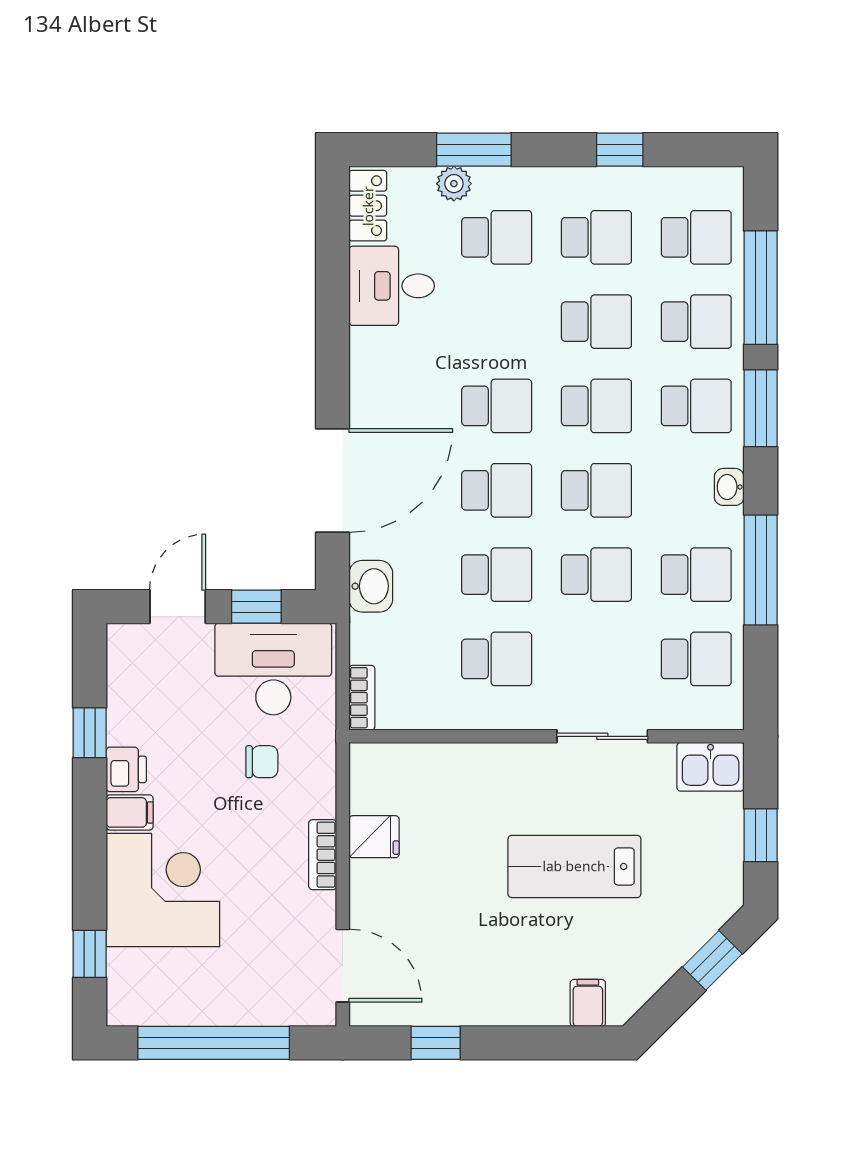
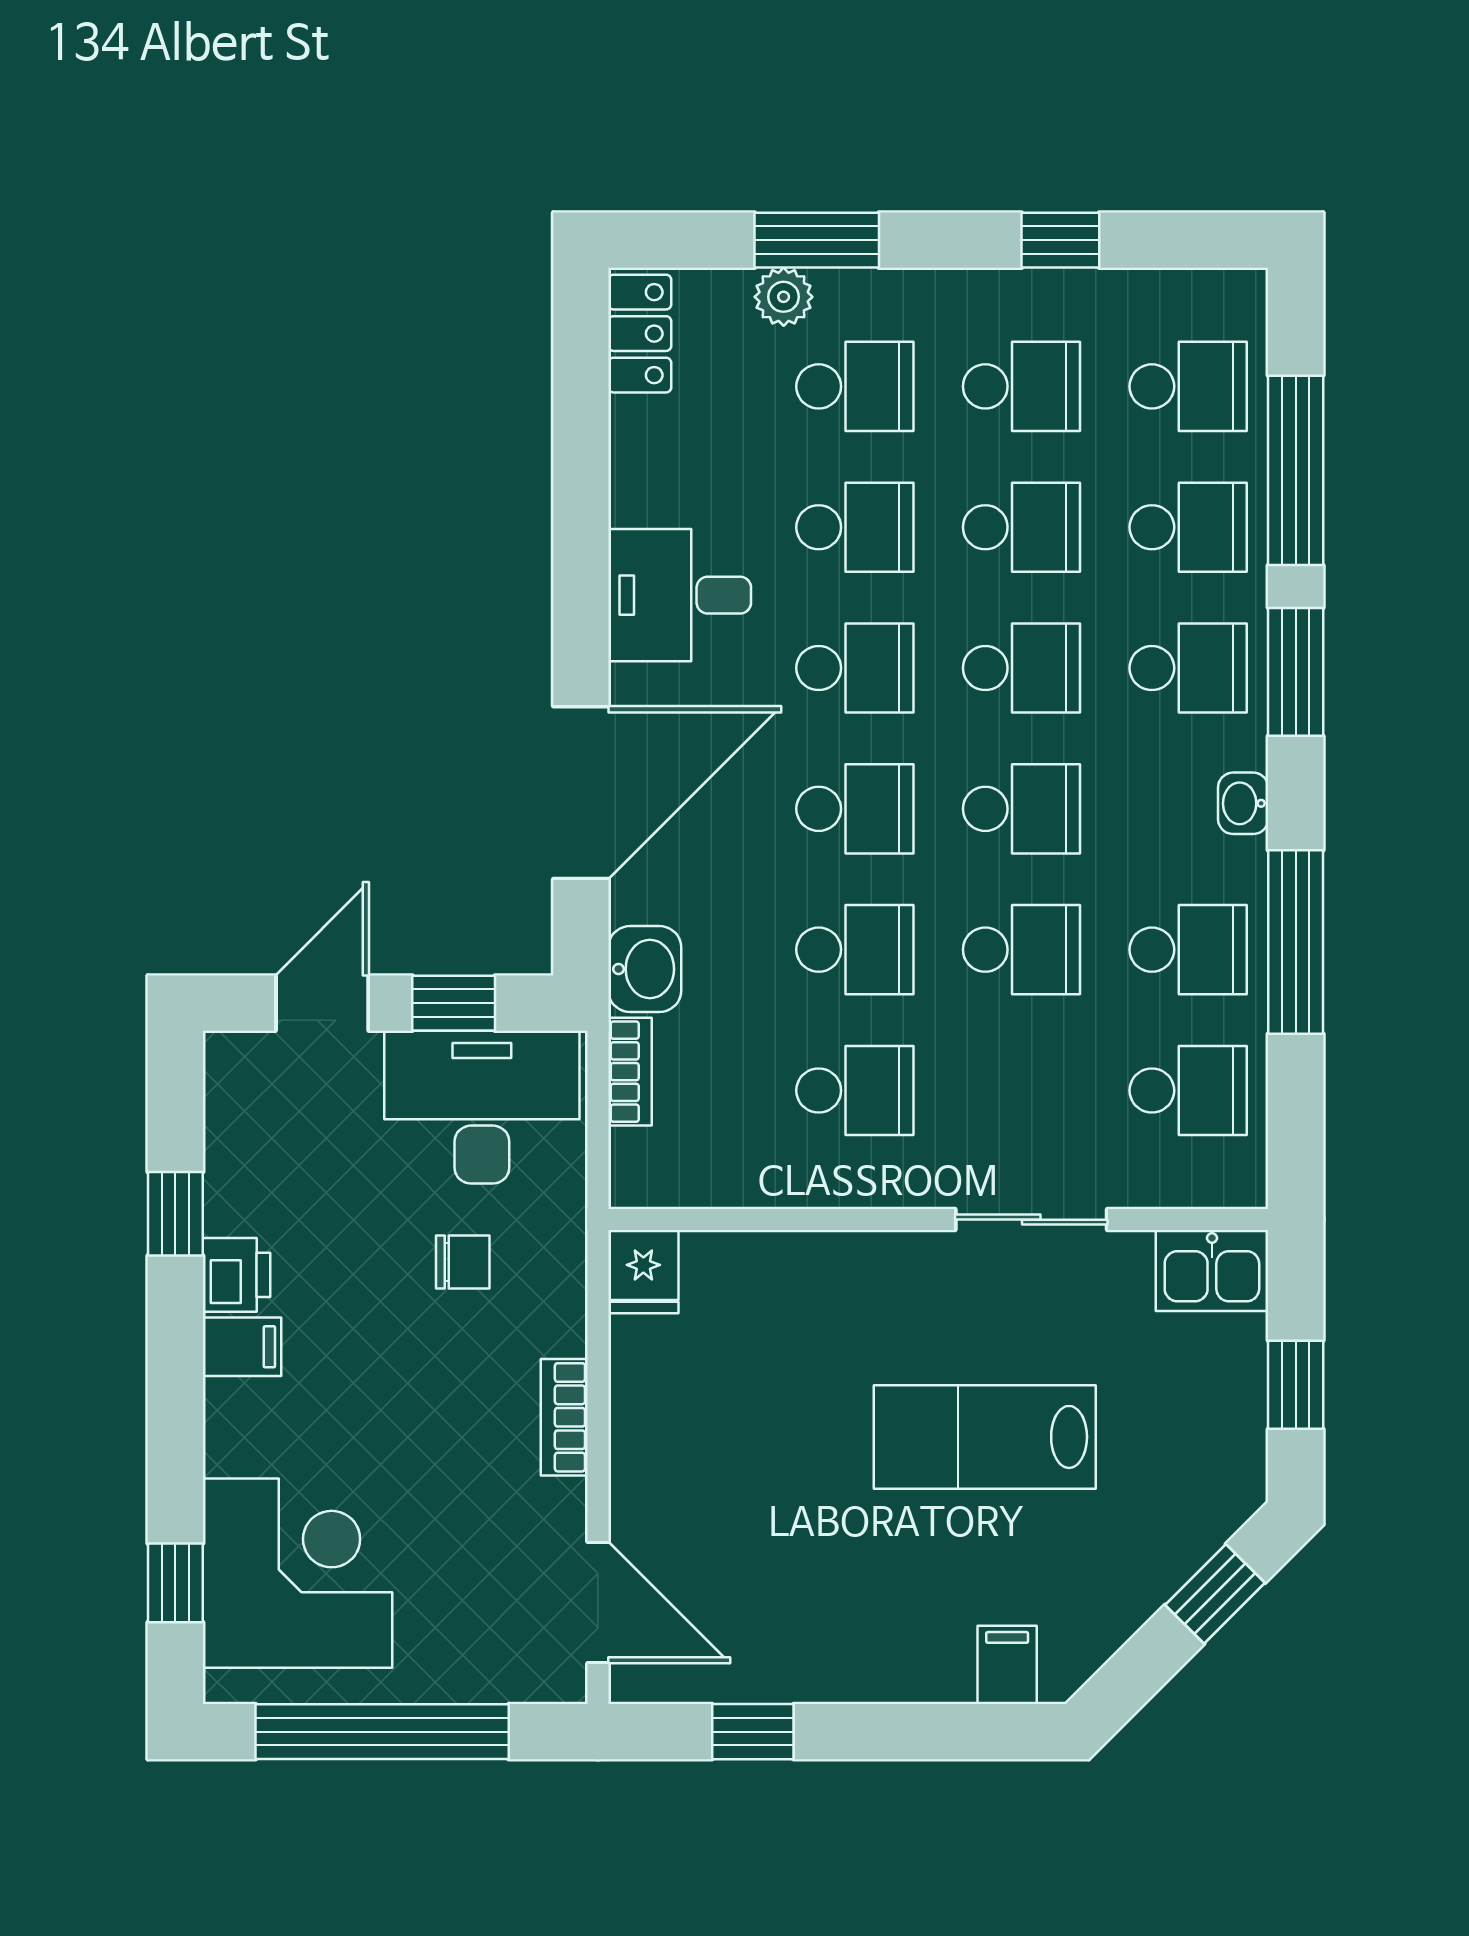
desk: (392, 286) -> (680, 595), moved
school desk: (497, 322) -> (855, 527), added
bookcase: (362, 698) -> (630, 1072), moved
fridge: (374, 837) -> (643, 1272), moved, turned 90
corner desk: (163, 890) -> (297, 1573), moved

